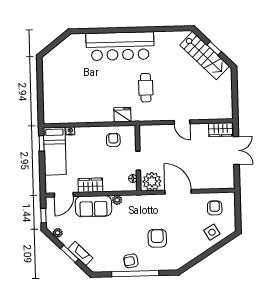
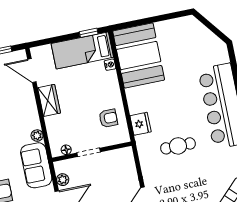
booth: (67, 106) -> (139, 56), added
plant: (152, 181) -> (63, 180), width x0.53, depth x0.53
sofa: (93, 206) -> (36, 165), moved

